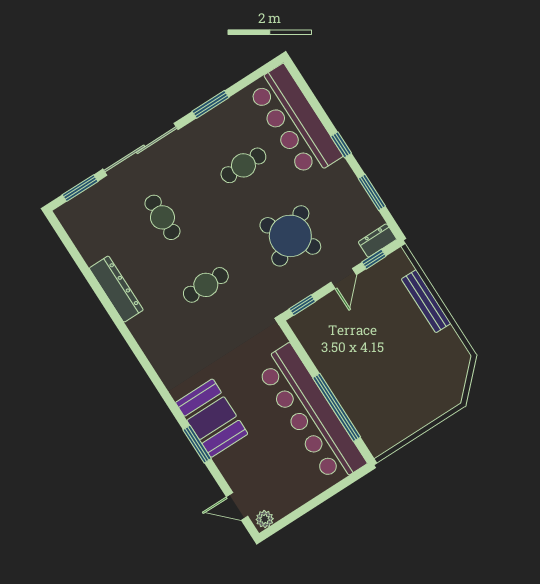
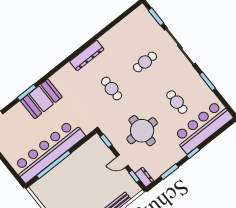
round table: (290, 236) -> (142, 131), turned 32
dresser: (116, 289) -> (87, 55), moved

